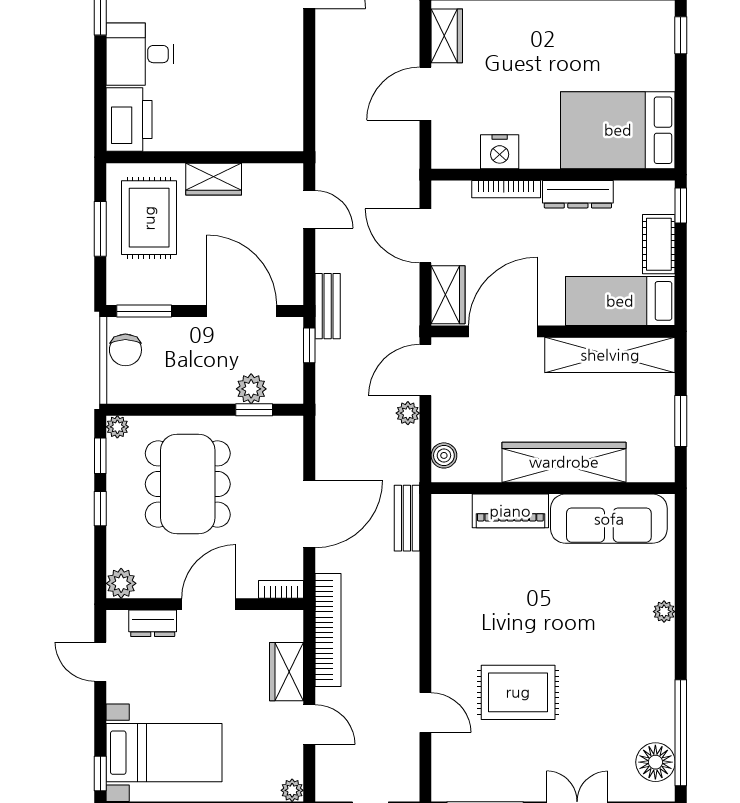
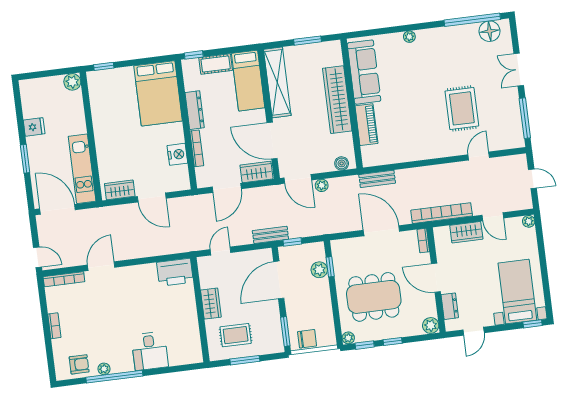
printer: (129, 120) -> (175, 272), moved, turned 180
rug: (149, 218) -> (236, 335), width x0.73, depth x0.70
door: (309, 724) -> (493, 217), swing flipped

